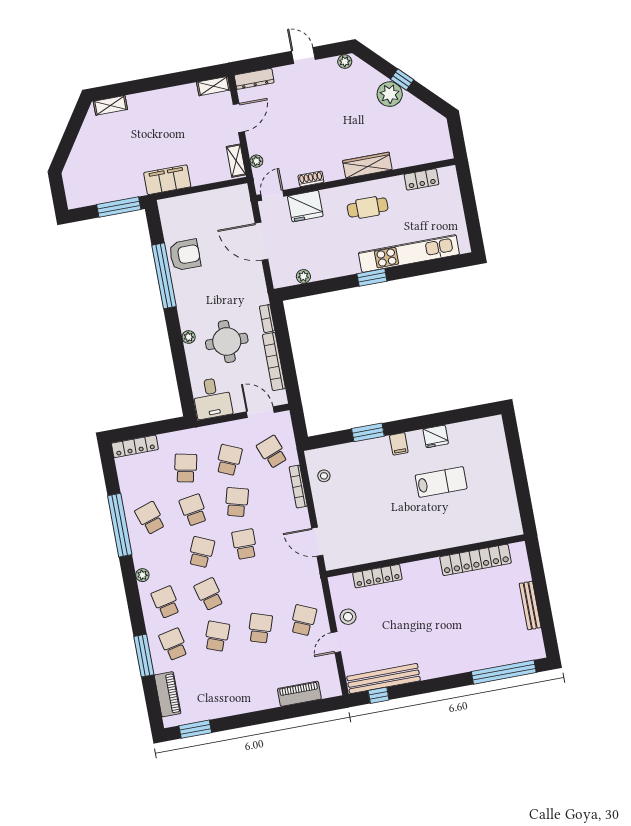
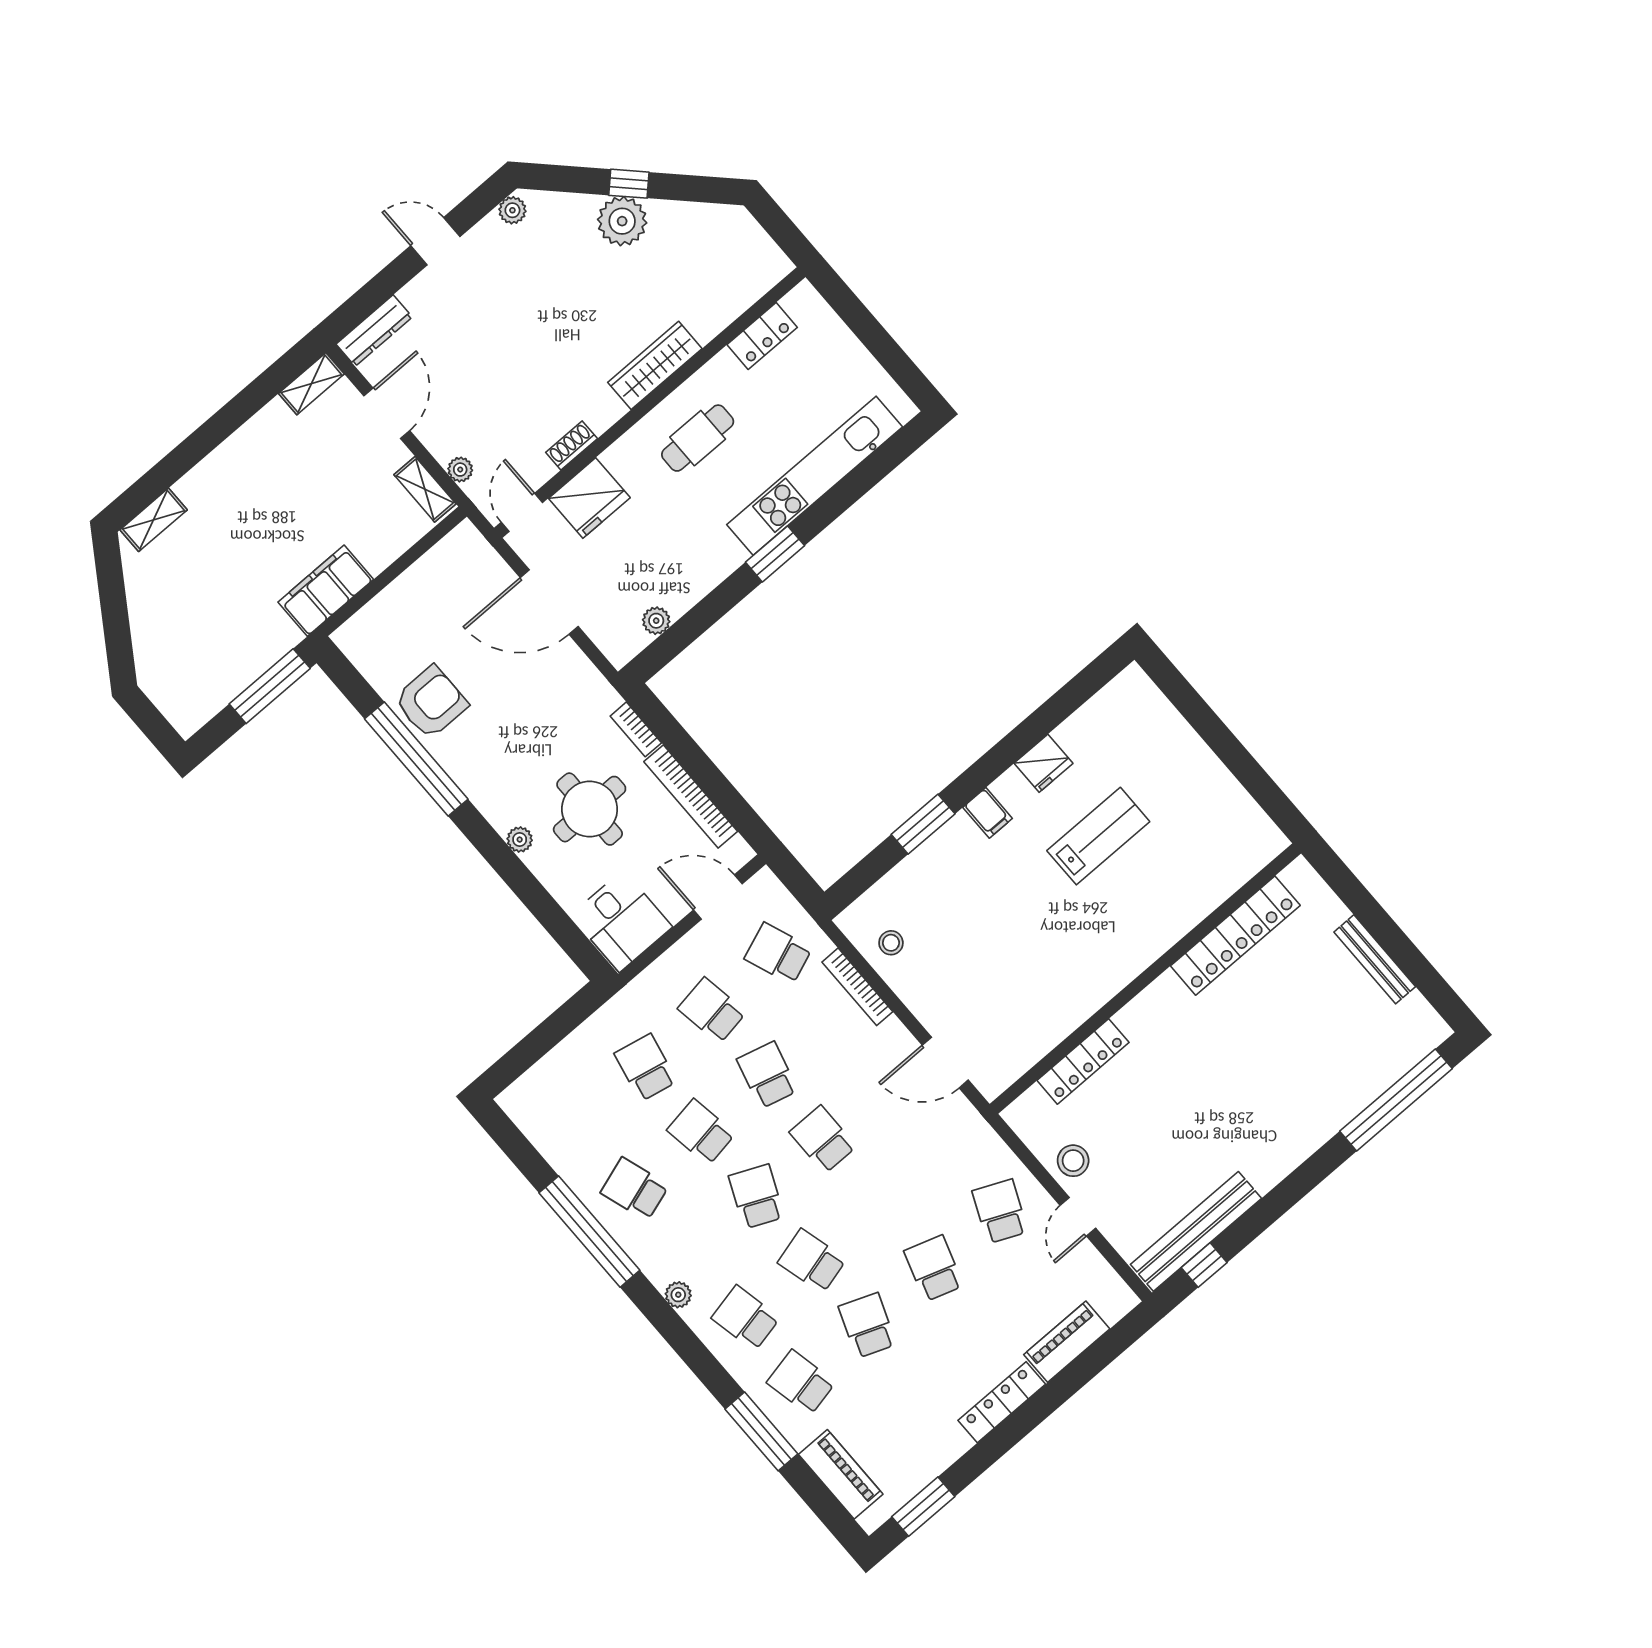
locker: (135, 446) -> (1002, 1402), moved, turned 180
school desk: (229, 460) -> (712, 1011), turned -33

